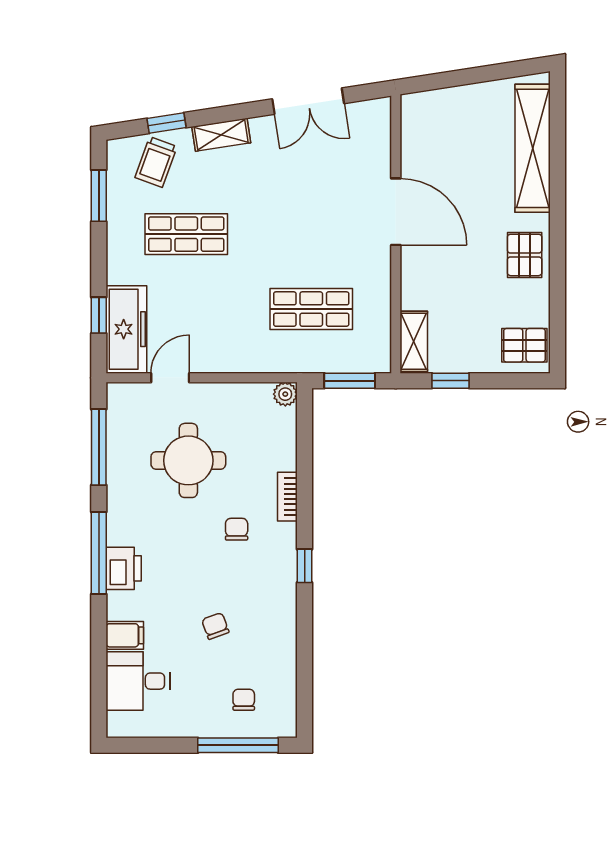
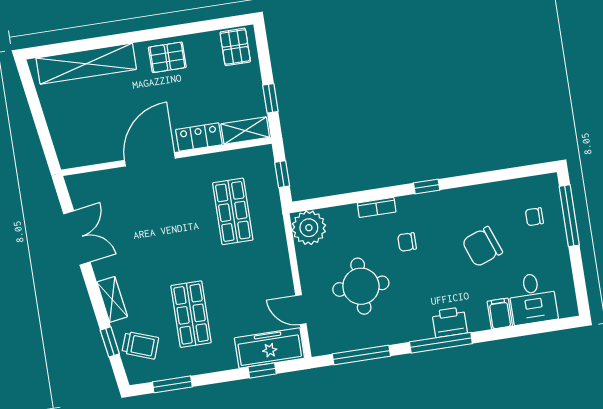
locker: (415, 280) -> (199, 137), added
window: (350, 381) -> (282, 174), width x0.67
plant: (285, 394) -> (309, 228), width x1.87, depth x1.87
chair: (215, 626) -> (482, 247), width x1.87, depth x1.87

